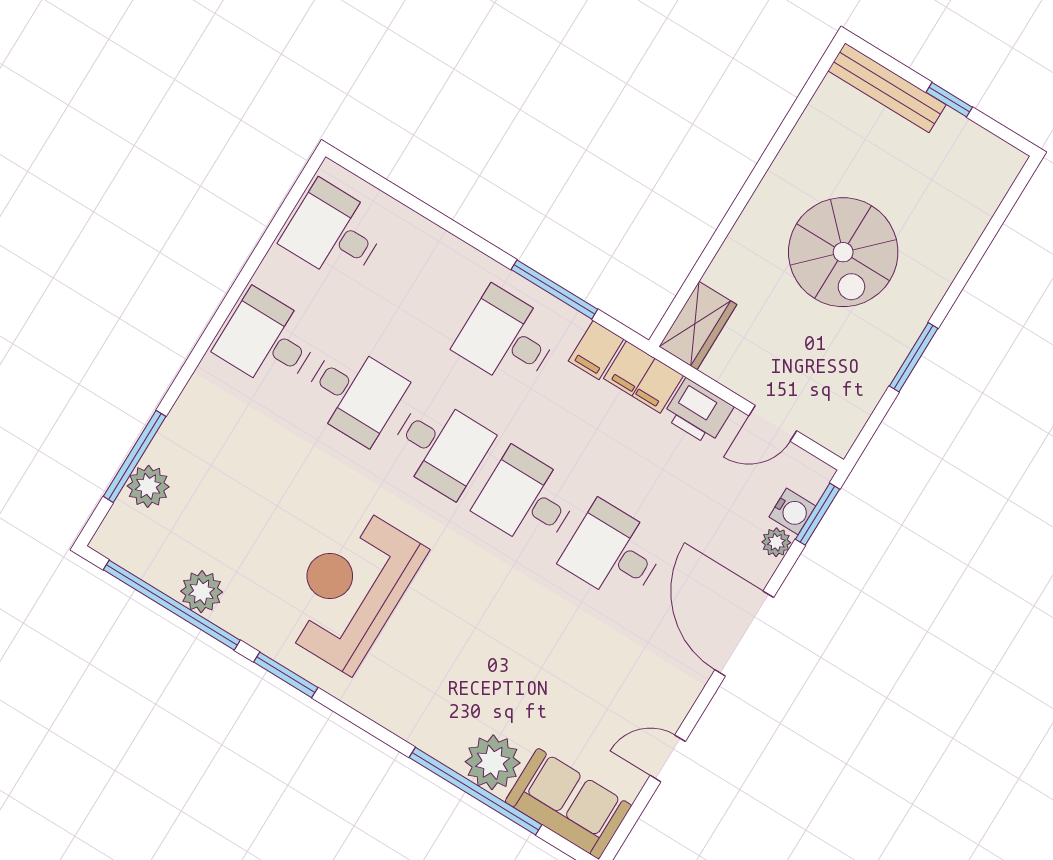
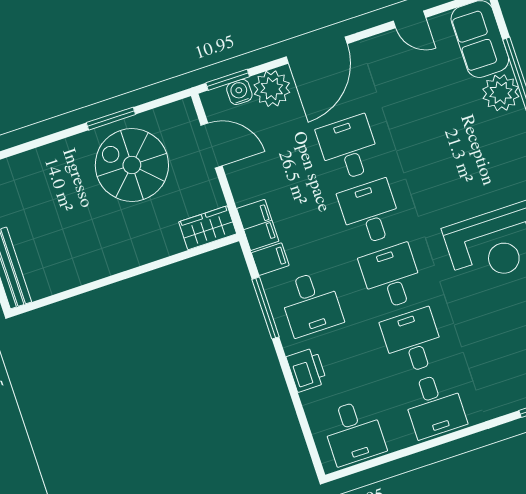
spiral stairs: (843, 252) -> (132, 165), moved, turned -90
printer: (698, 412) -> (307, 370), moved
door: (773, 423) -> (211, 146), width x1.38
desk: (527, 499) -> (370, 212), turned 180
plant: (776, 542) -> (272, 89), width x1.88, depth x1.88
desk: (613, 552) -> (349, 148), turned 180

